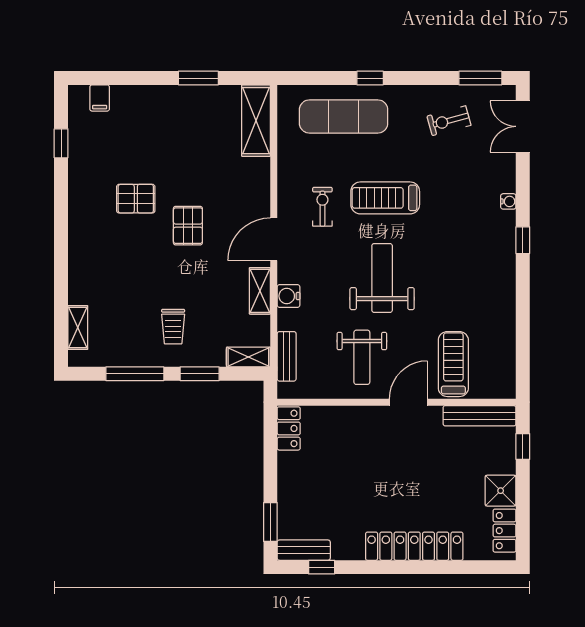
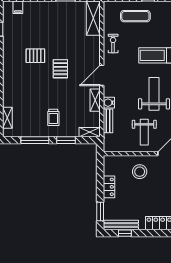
exercise mat: (344, 116) -> (135, 16), width x0.73, depth x0.69
exercise bike: (322, 207) -> (113, 43), moved
bench: (287, 356) -> (108, 121), moved
locker: (289, 428) -> (109, 187), moved
stool: (352, 439) -> (140, 172), added
bench: (304, 550) -> (121, 225), width x1.36

